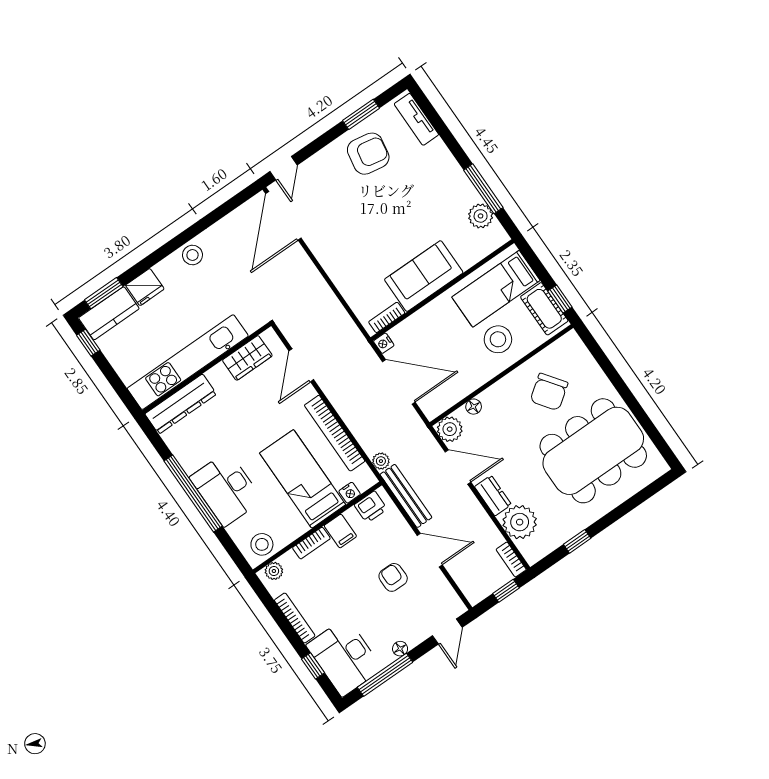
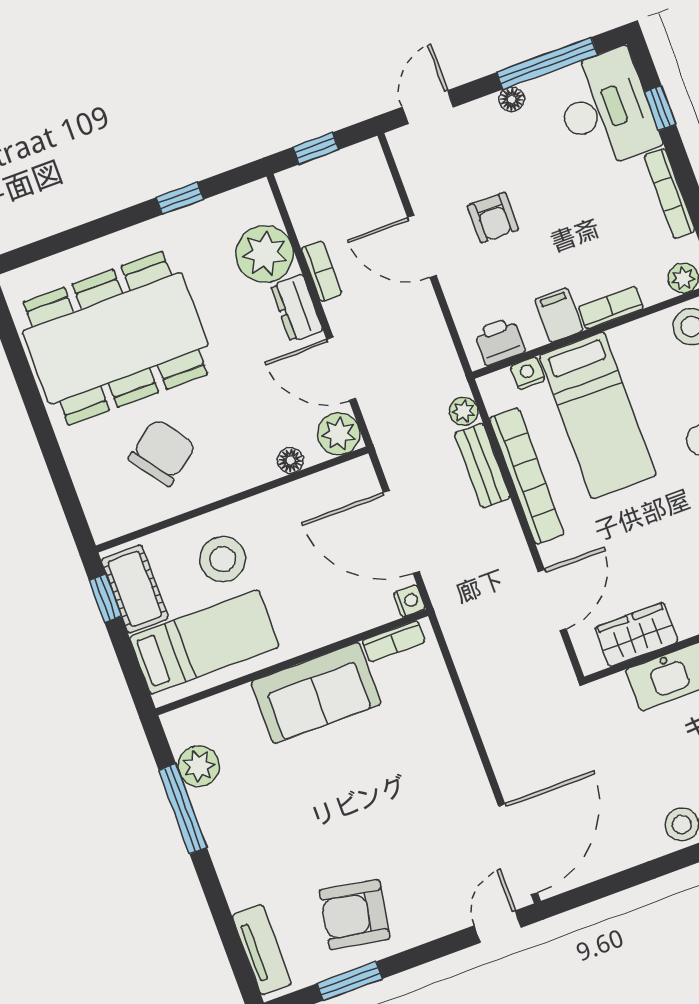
bench: (406, 496) -> (482, 465), moved, width x0.73
bookcase: (511, 560) -> (322, 271), moved

